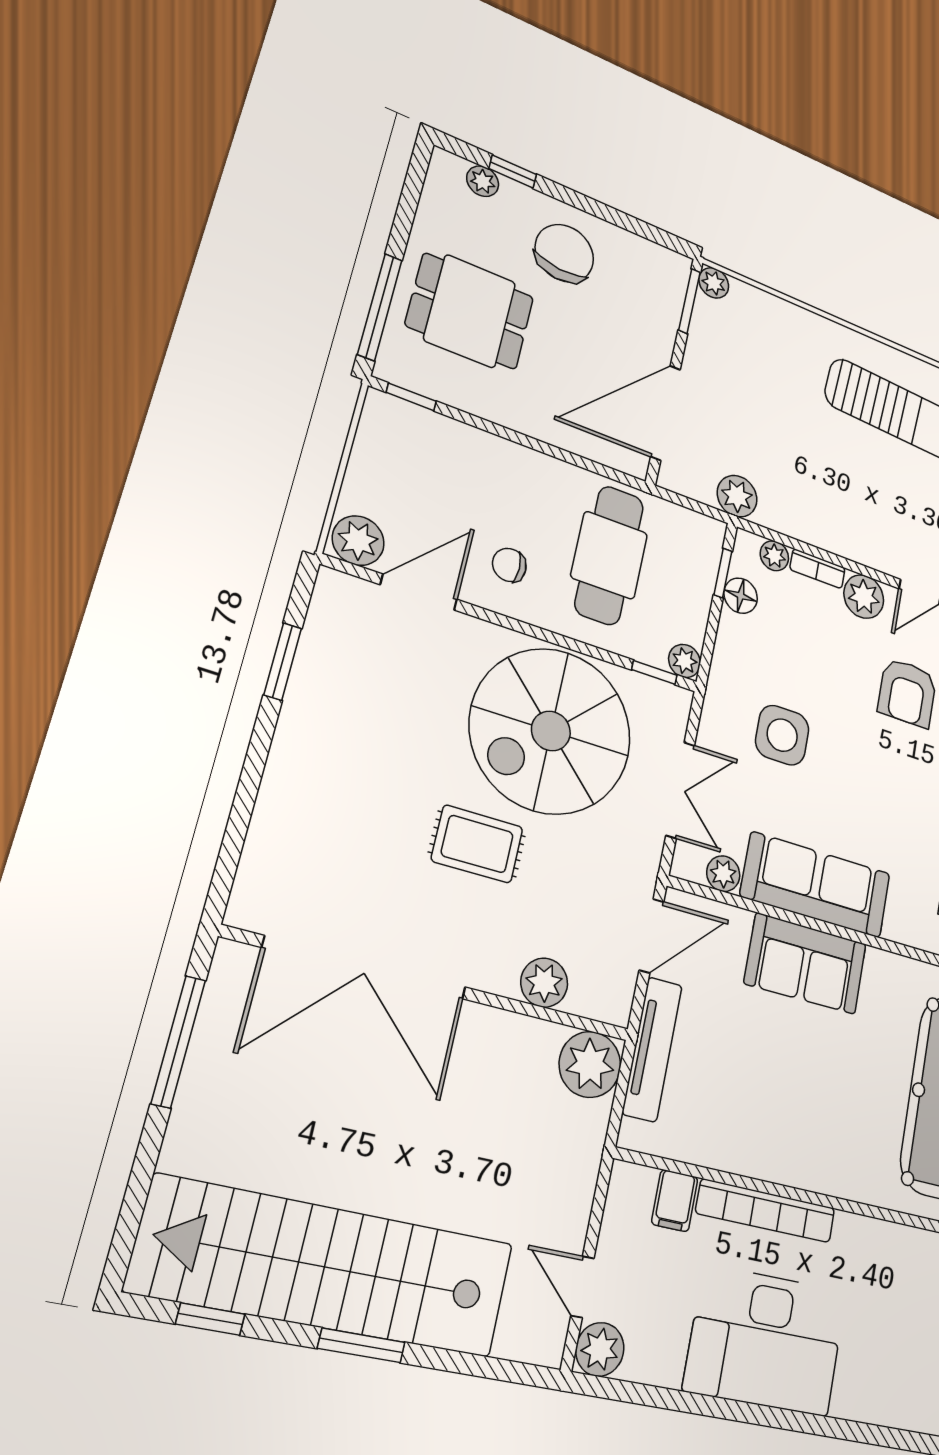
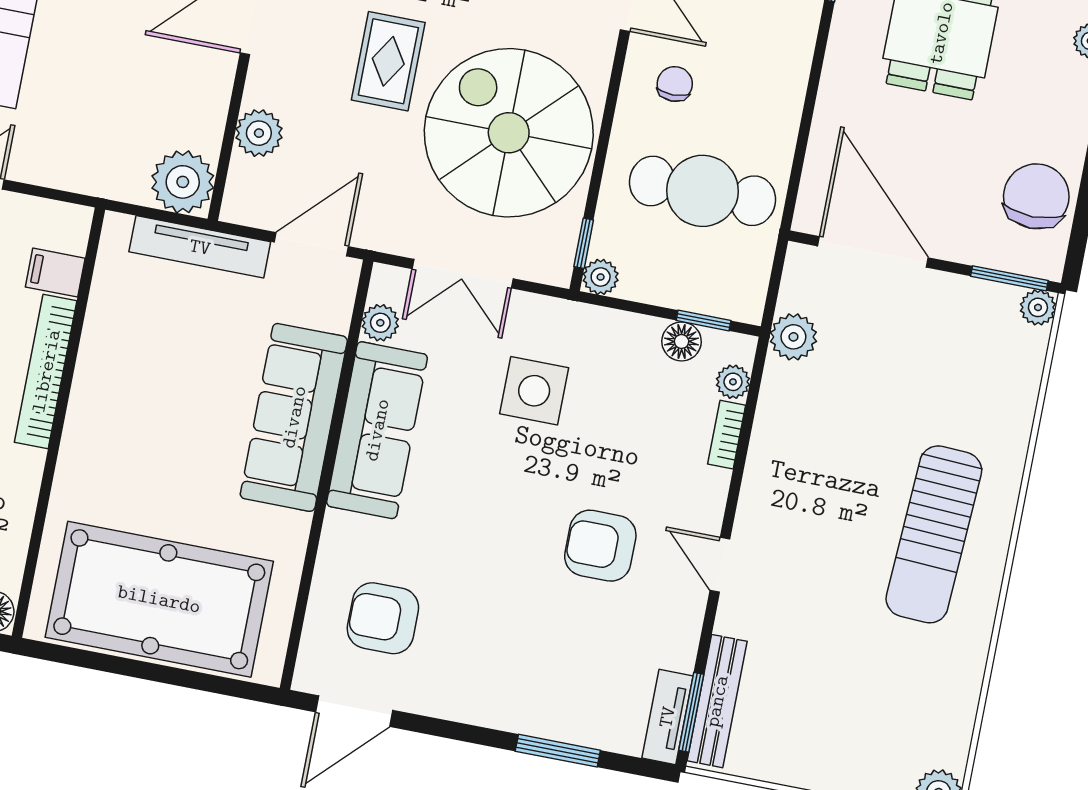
chair: (564, 253) -> (1036, 196), moved, turned -95
plant: (864, 597) -> (703, 492), removed
door: (652, 936) -> (311, 244), swing flipped
sofa: (806, 964) -> (294, 417), width x1.36

